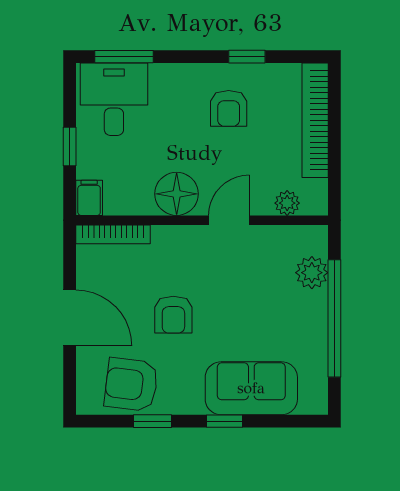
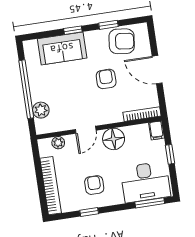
desk: (114, 99) -> (145, 182), width x1.37

